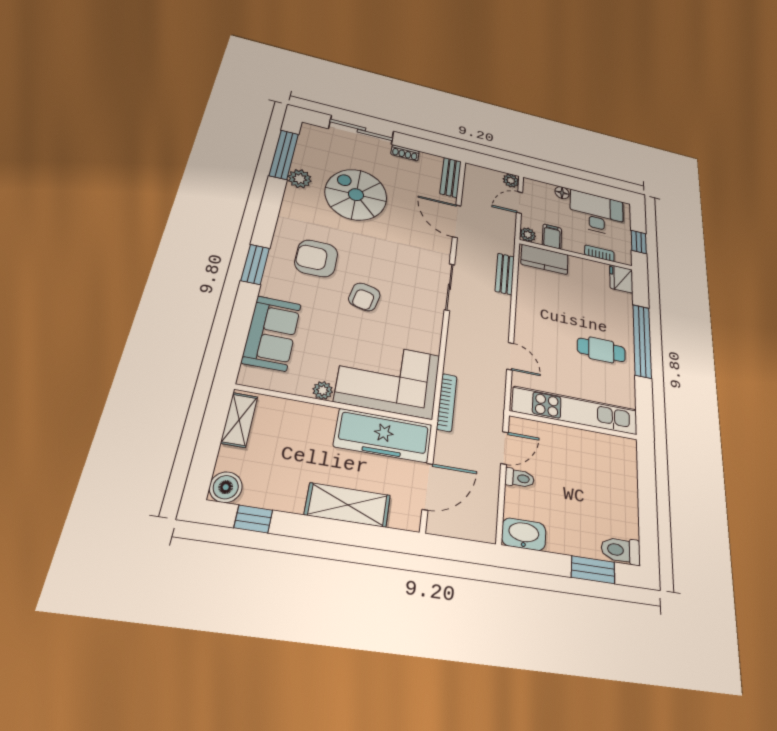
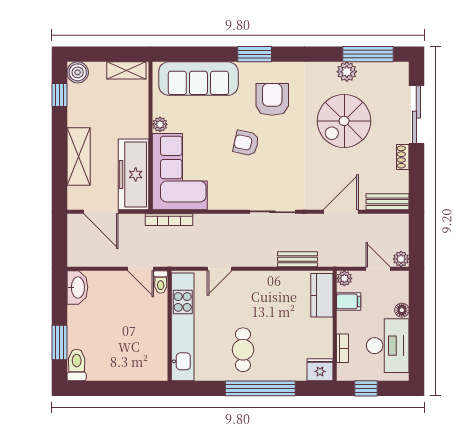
spiral stairs: (356, 195) -> (344, 121), turned 180
sofa: (272, 333) -> (198, 79), width x1.36
toilet: (519, 478) -> (161, 282), moved

